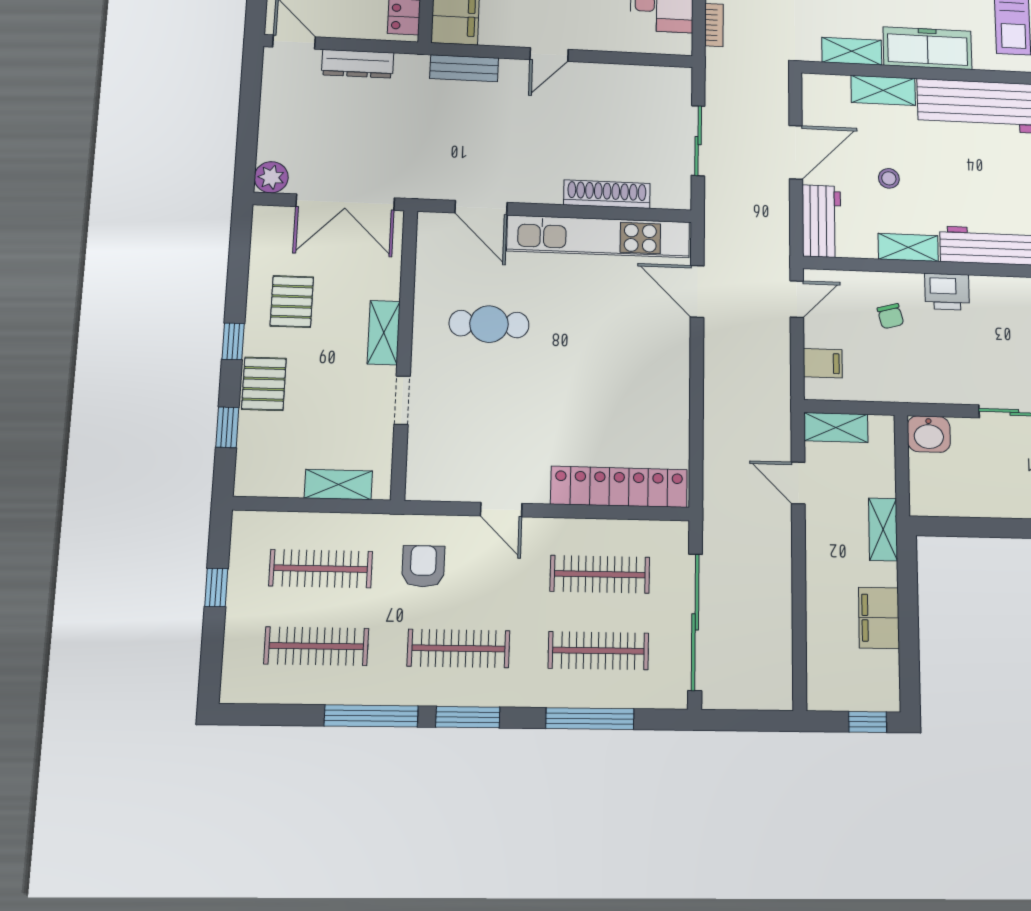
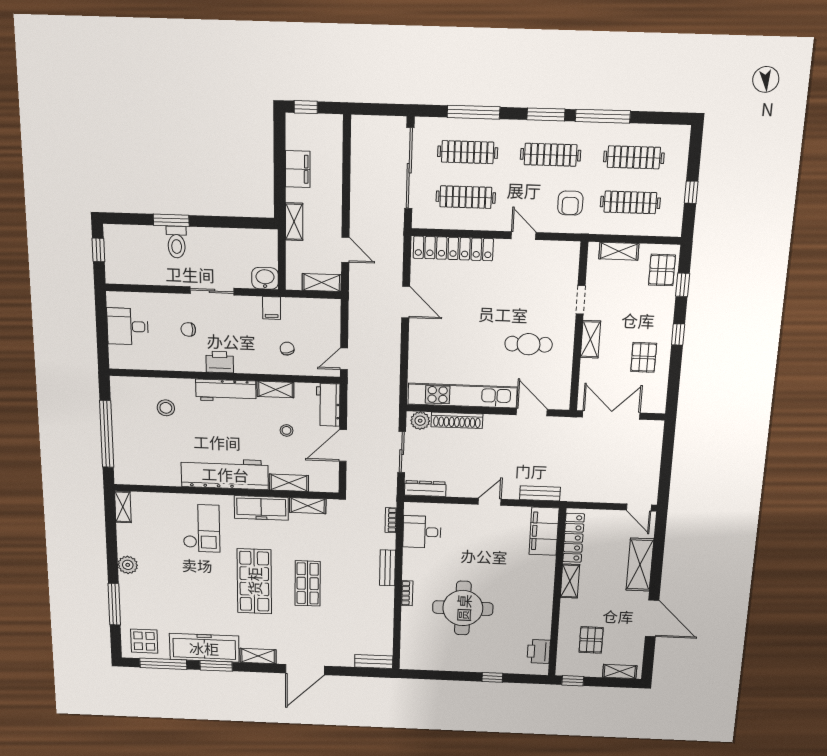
dresser: (358, 64) -> (425, 489), moved
plant: (271, 177) -> (420, 421), moved
door: (697, 291) -> (406, 302), moved
printer: (947, 292) -> (220, 362), moved
filing cabinet: (823, 363) -> (272, 308), moved, turned -90
pallet: (264, 384) -> (662, 270), moved

